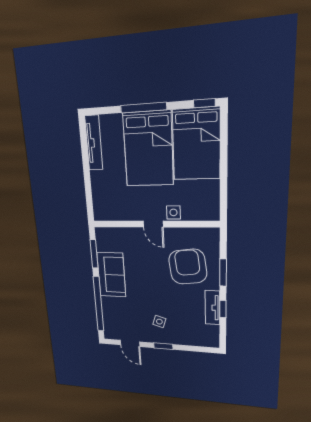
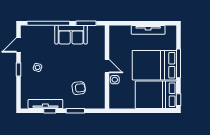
tv unit: (94, 143) -> (148, 30), moved
door: (153, 224) -> (107, 66), swing flipped
armchair: (188, 267) -> (79, 88), width x0.53, depth x0.53
tv unit: (212, 308) -> (45, 104), width x1.41

